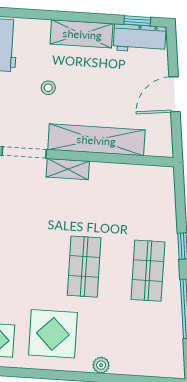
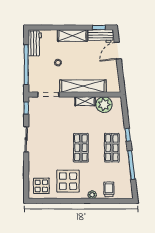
door: (174, 94) -> (118, 51), moved
shelving: (68, 169) -> (85, 101), moved
plant: (138, 181) -> (104, 105), added
trolley: (136, 356) -> (109, 189), added

